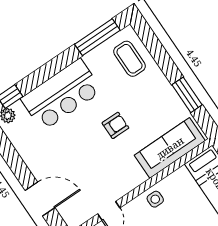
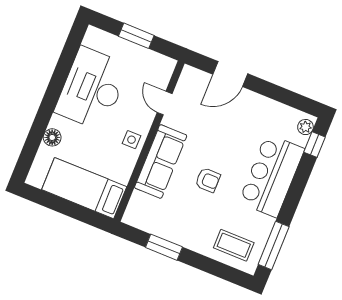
armchair: (115, 125) -> (208, 180), turned -90
sofa: (170, 148) -> (161, 162), moved

